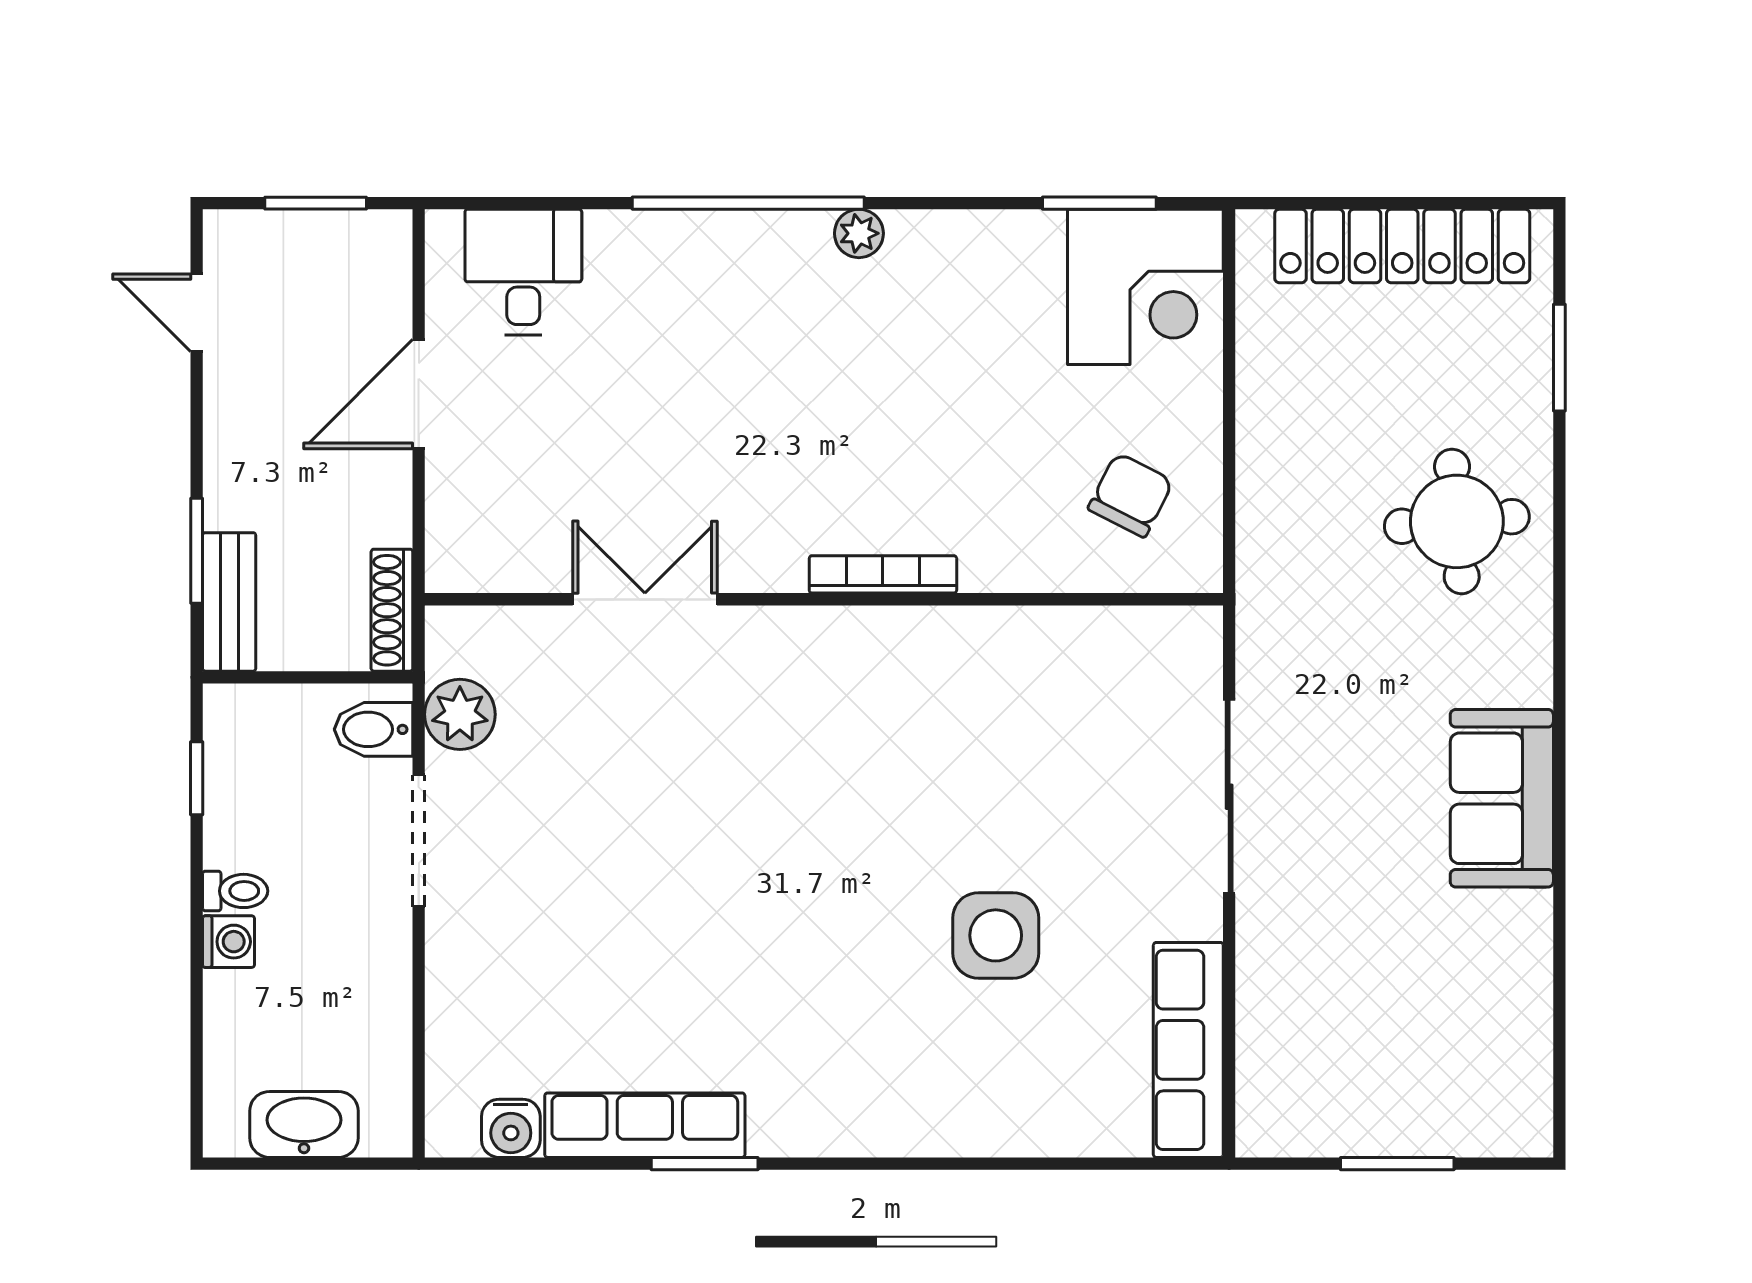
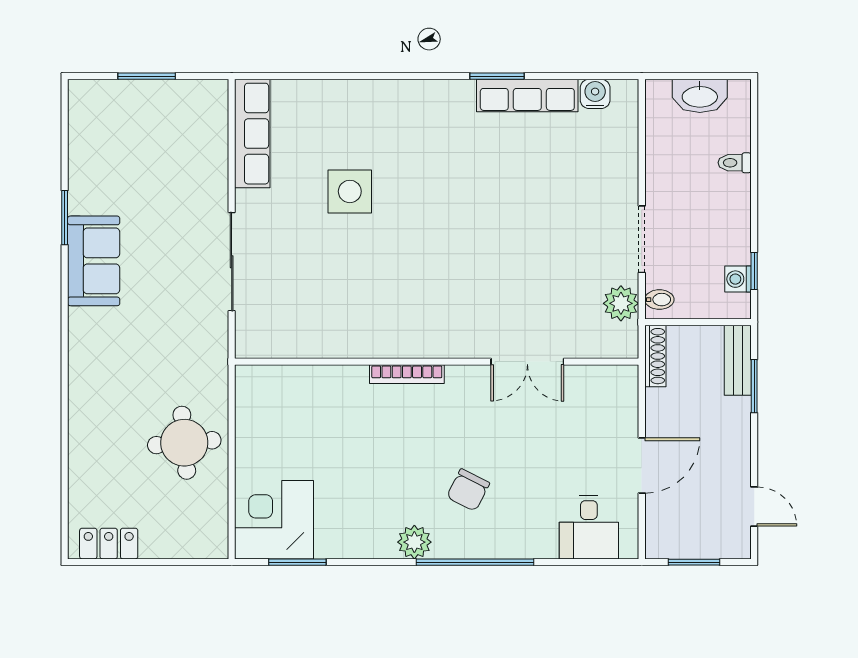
plant: (859, 233) -> (414, 542), width x1.38, depth x1.38
locker: (1402, 246) -> (109, 544), width x0.46, depth x0.83
window: (1559, 358) -> (65, 218), moved
chair: (1131, 495) -> (468, 490), moved
round table: (1457, 521) -> (184, 443), moved
bidet: (374, 729) -> (659, 300), width x0.72, depth x0.74
toilet: (235, 891) -> (735, 163), moved
washing machine: (229, 942) -> (738, 279), moved

